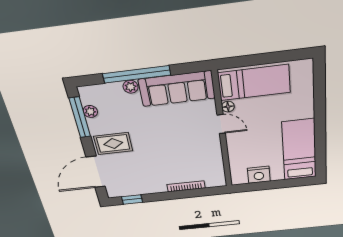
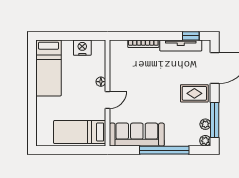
plant: (131, 87) -> (205, 141), moved
floor lamp: (228, 107) -> (101, 82), moved
door: (221, 124) -> (108, 100), swing flipped
tv unit: (141, 189) -> (181, 45), added

